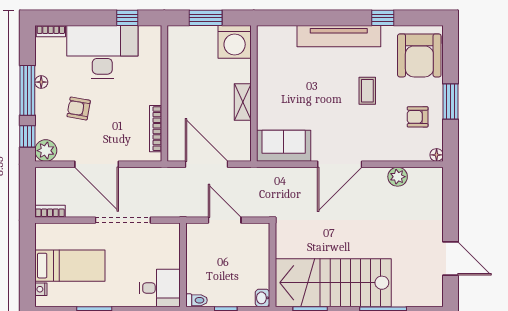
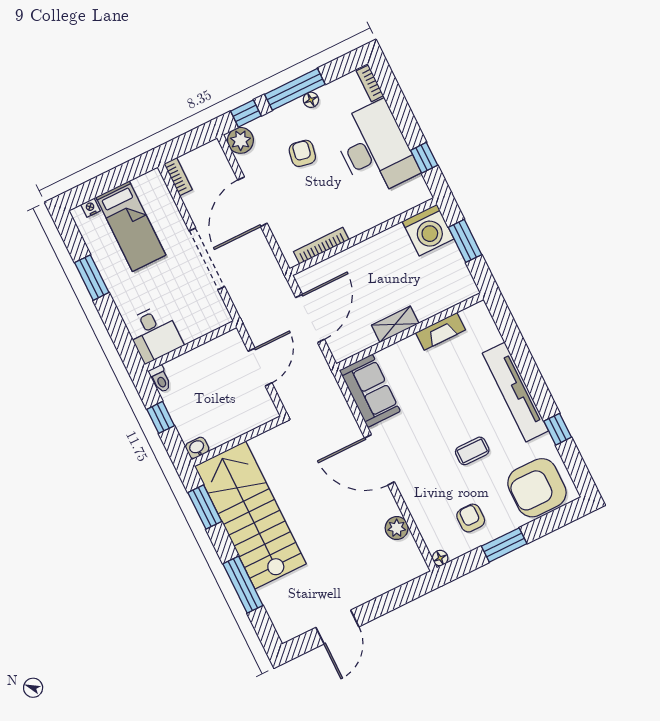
washing machine: (235, 42) -> (428, 230), moved, turned -90
fireplace: (265, 70) -> (441, 331), added

